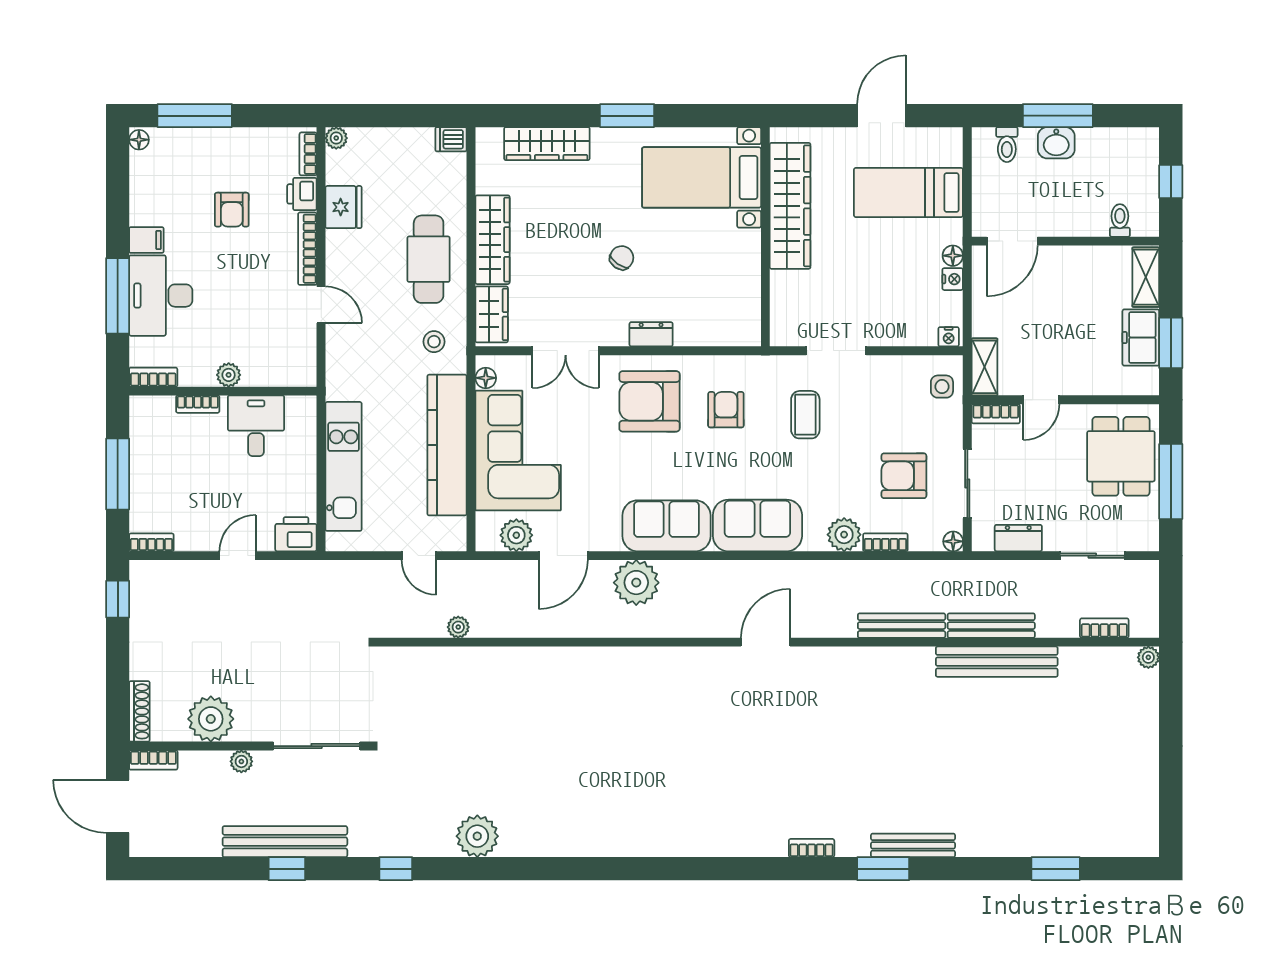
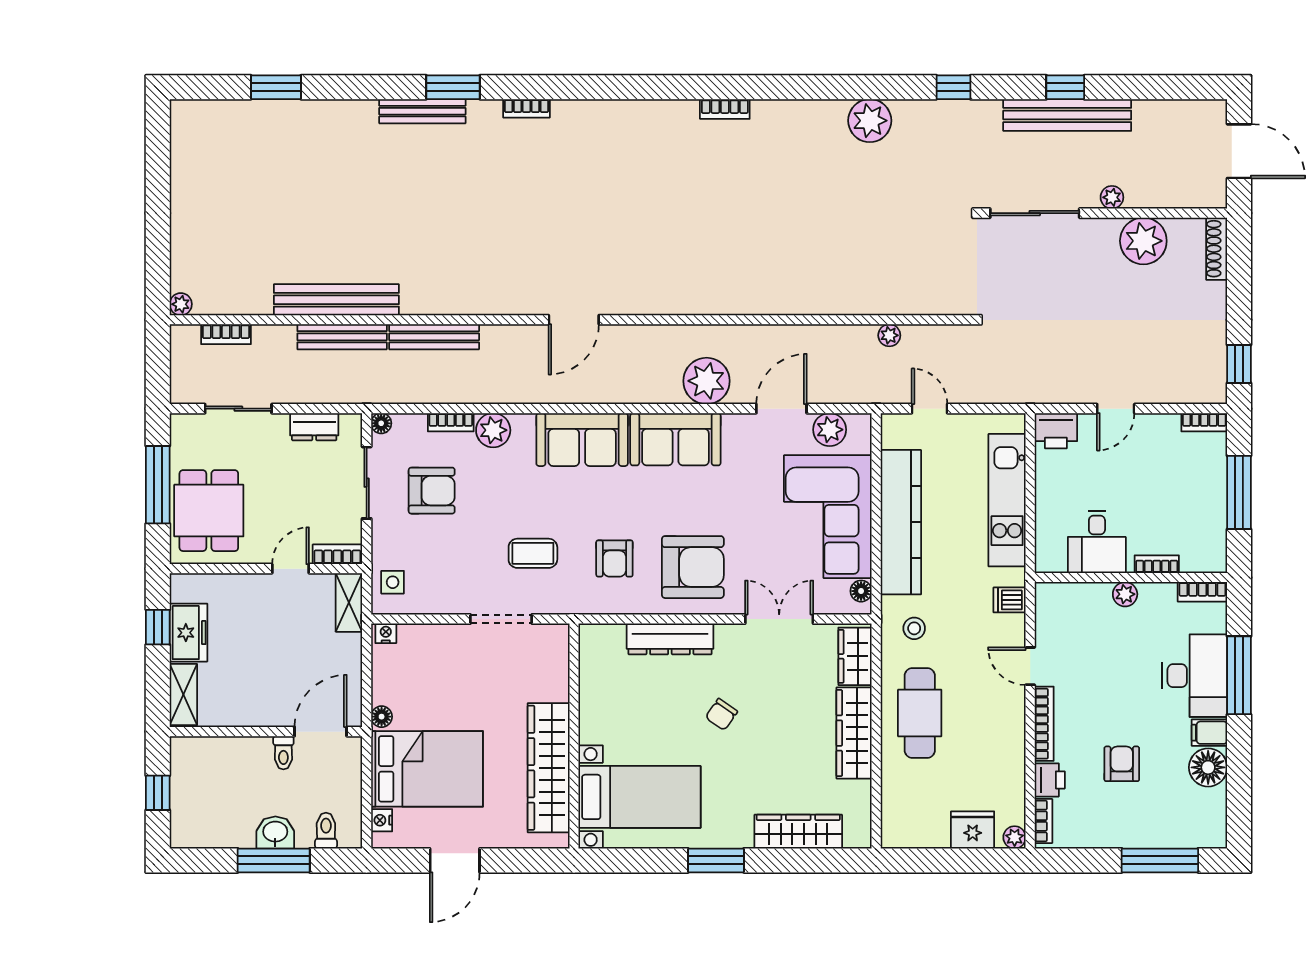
dishwasher: (451, 139) -> (1010, 600), moved, turned 180
floor lamp: (139, 140) -> (1208, 767), moved, width x1.89, depth x1.89
bed: (908, 192) -> (427, 769), width x1.50
fridge: (343, 207) -> (973, 830), moved, turned 90
toilet: (1120, 220) -> (283, 753), moved
nightstand: (953, 279) -> (382, 820), moved
dresser: (651, 334) -> (670, 639), width x1.96, depth x1.24
window: (1171, 343) -> (158, 627), width x0.67
coffee table: (805, 415) -> (533, 553), turned 90
bookcase: (153, 760) -> (725, 109), moved, turned 180

